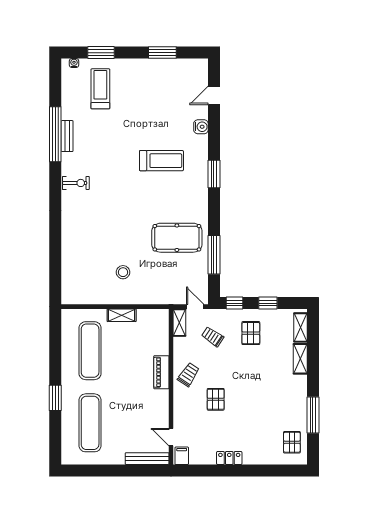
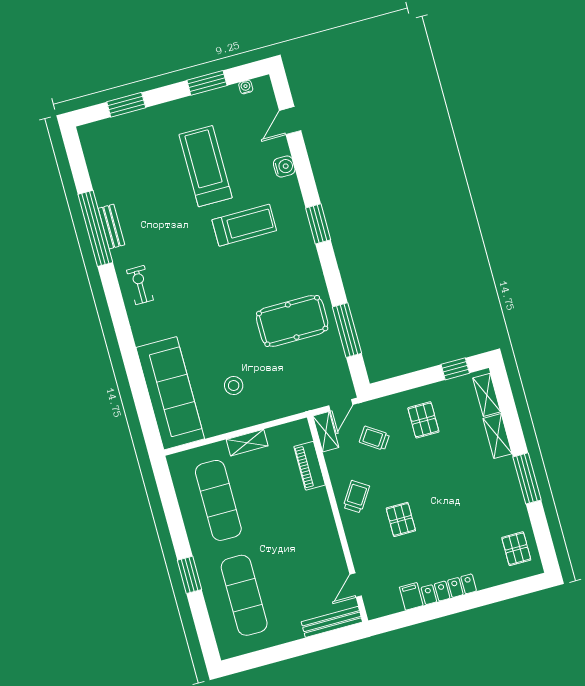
water cooler: (74, 63) -> (246, 87), moved
treadmill: (100, 89) -> (205, 166), moved, width x1.37, depth x1.37
exercise bike: (76, 183) -> (140, 285), turned -90
sofa: (77, 265) -> (170, 393), added
window: (234, 303) -> (391, 386), removed
window: (268, 303) -> (455, 369), moved
door: (195, 307) -> (341, 405), swing flipped
piano: (161, 372) -> (310, 466), moved
window: (313, 415) -> (527, 478), moved
door: (171, 437) -> (356, 585), hinge flipped
filing cabinet: (182, 456) -> (411, 596), moved
locker: (229, 458) -> (449, 589), width x1.53

